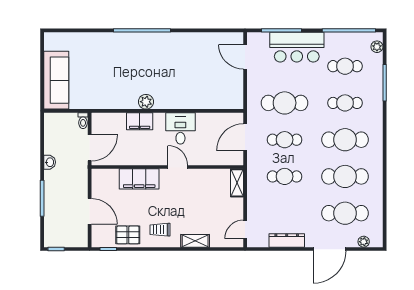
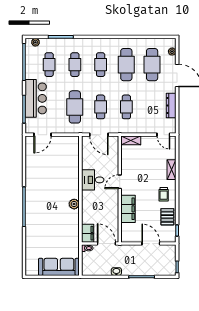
filing cabinet: (140, 121) -> (88, 233), moved
cafe table: (345, 140) -> (101, 65), width x0.73, depth x0.74
door: (90, 211) -> (151, 243), hinge flipped

